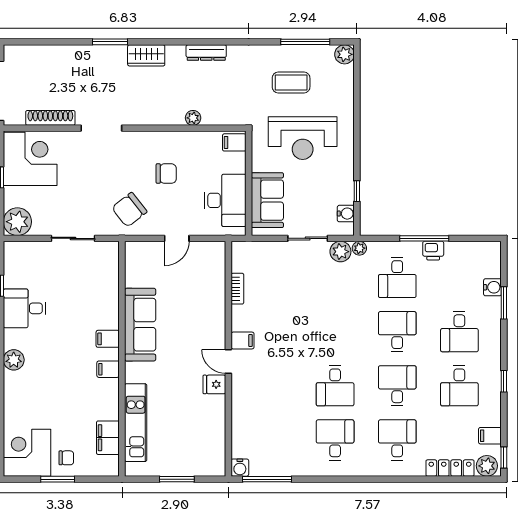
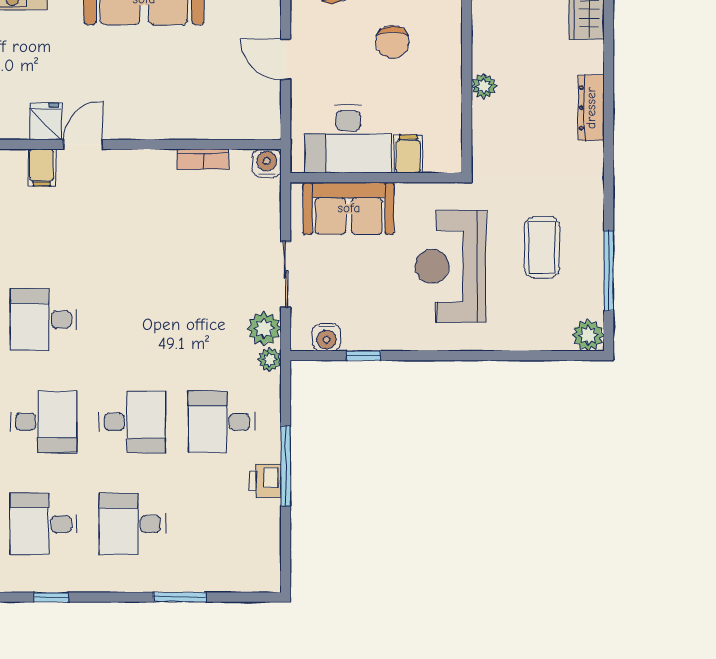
filing cabinet: (234, 142) -> (408, 154), moved
water cooler: (492, 287) -> (267, 163), moved, turned 180
filing cabinet: (243, 341) -> (42, 168), moved

